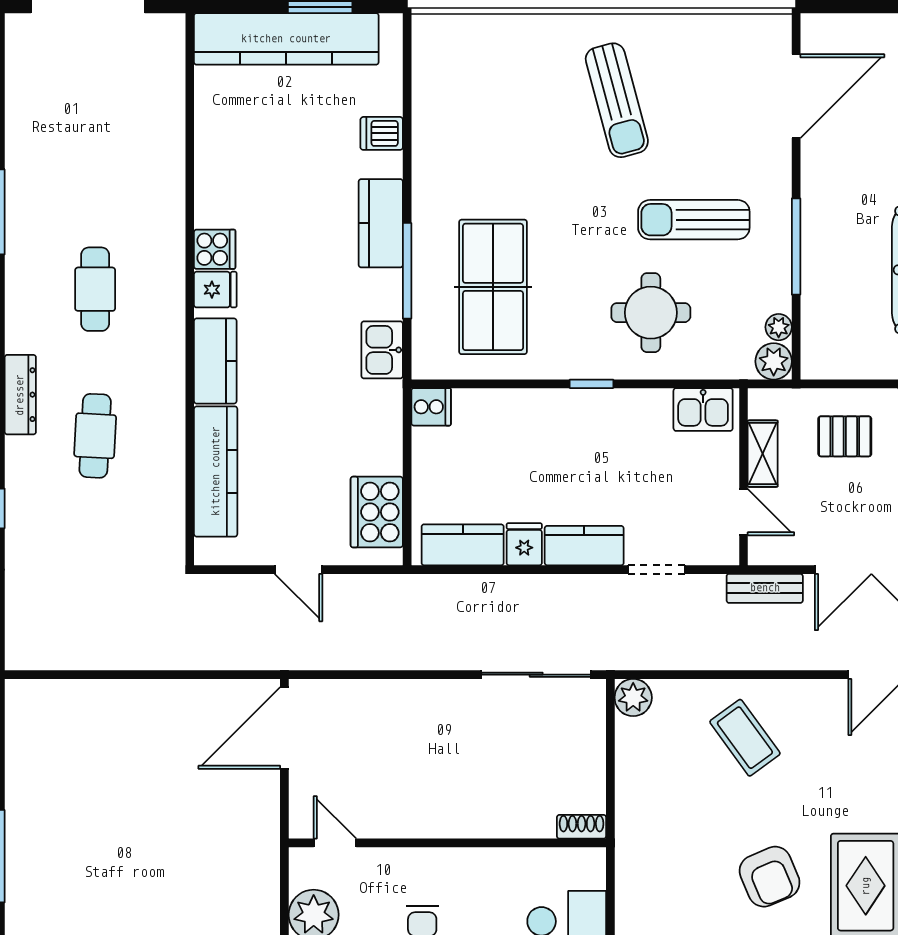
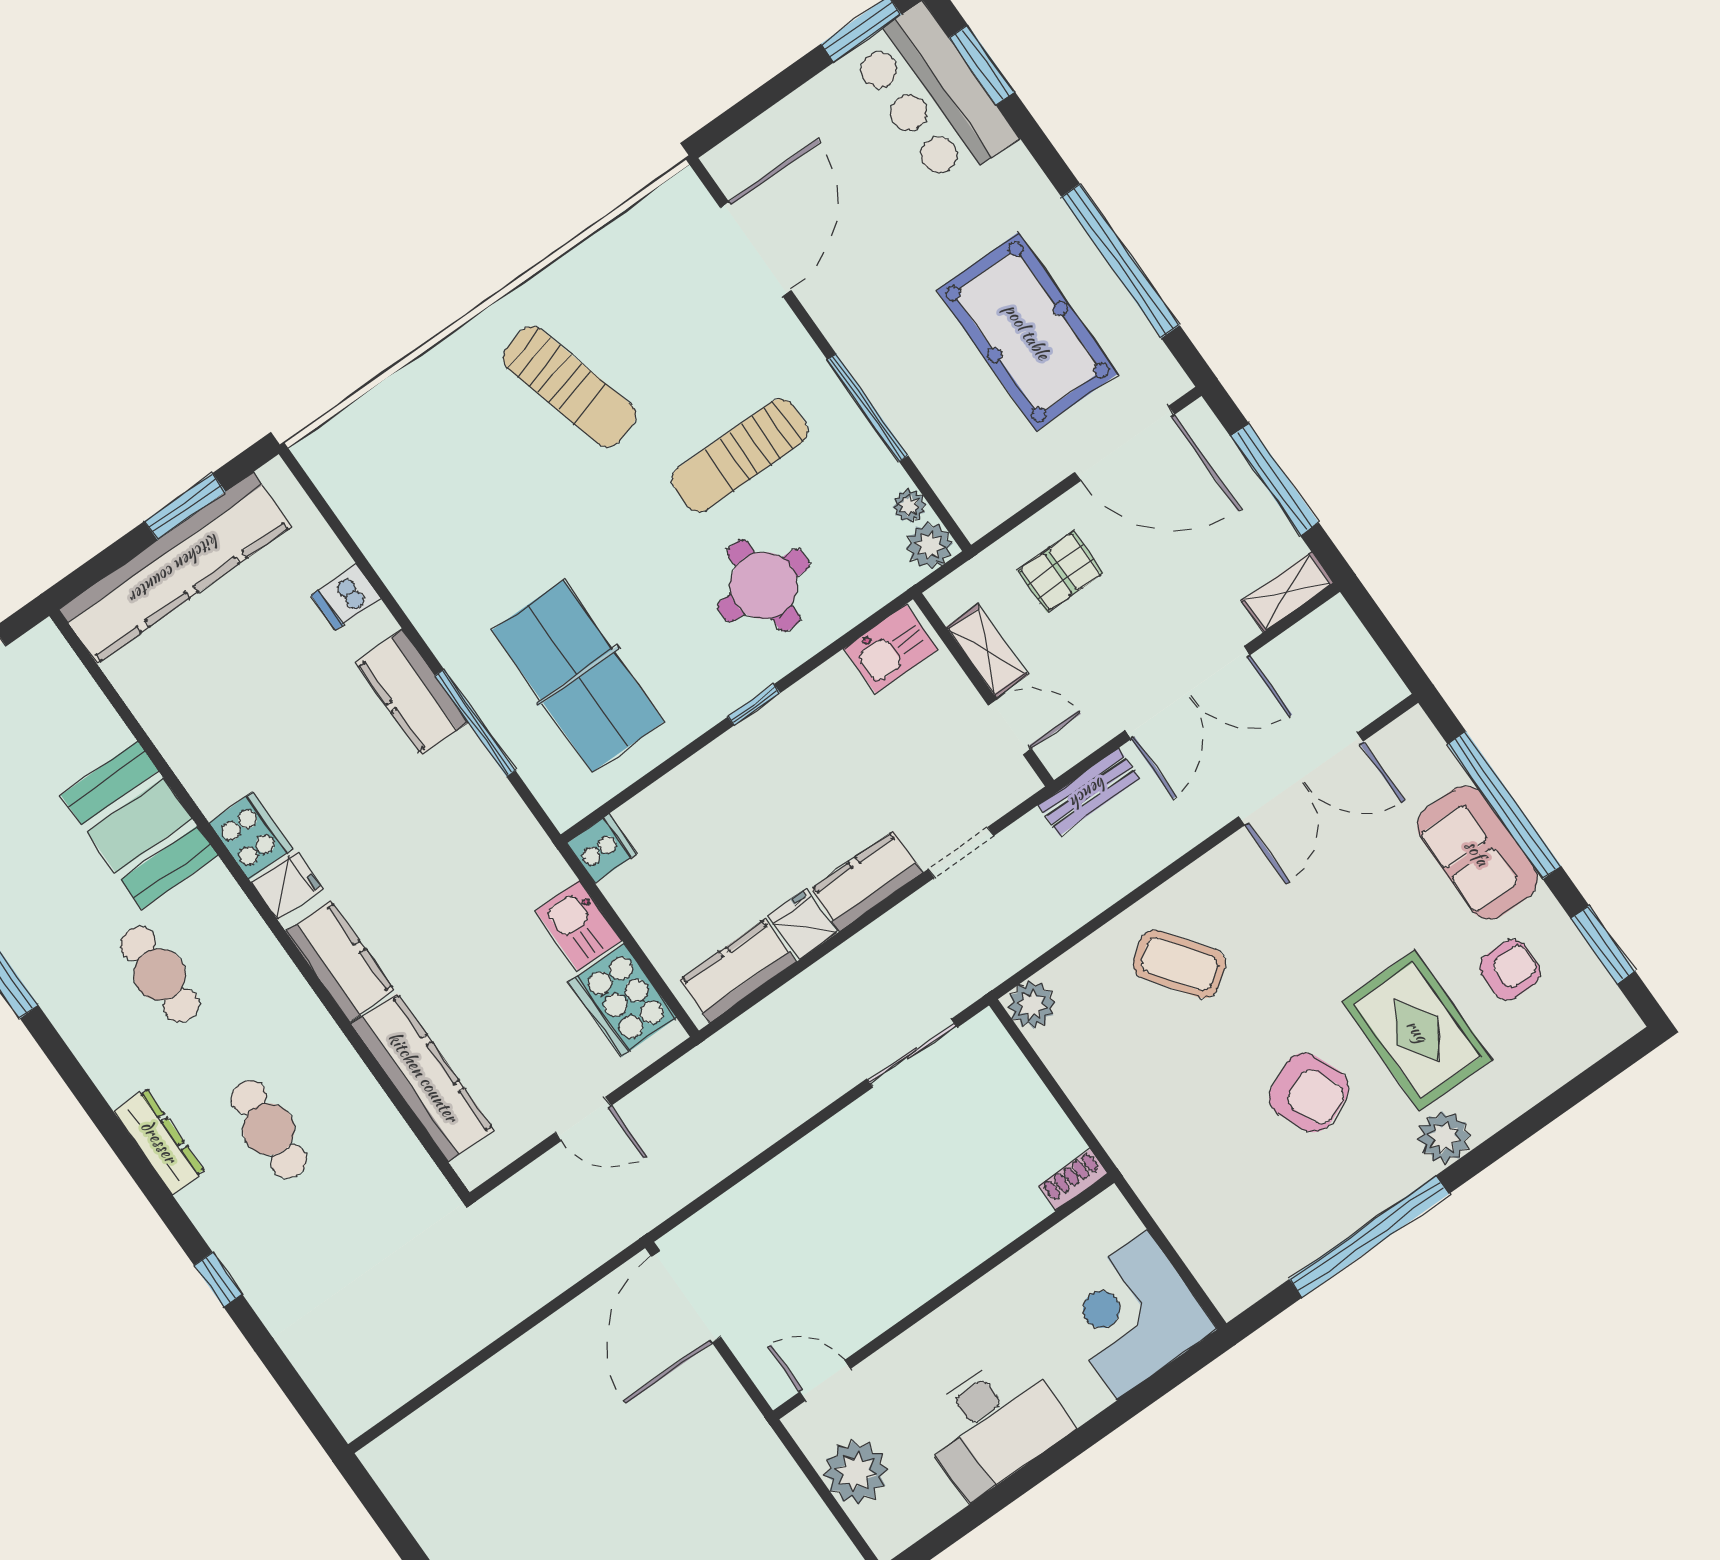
booth: (149, 186) -> (140, 825), added
cooker: (215, 249) -> (251, 836), width x1.36
kitchen sink: (382, 350) -> (579, 926), moved
sliding door: (536, 675) -> (912, 1053), width x0.73

